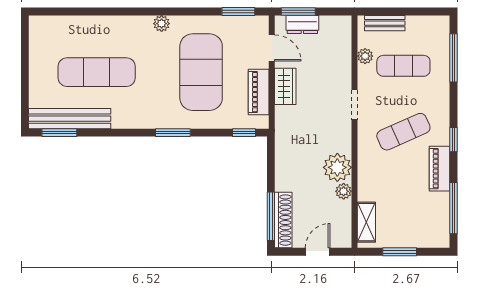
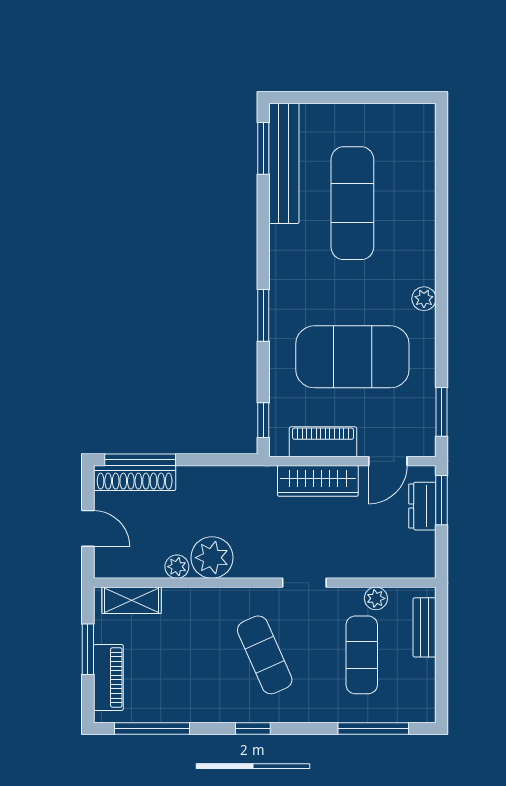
wardrobe: (285, 86) -> (318, 481), width x1.50
piano: (440, 169) -> (108, 677), moved, turned 90

